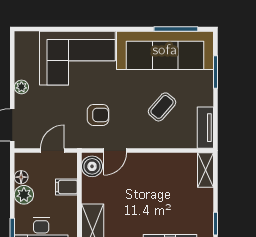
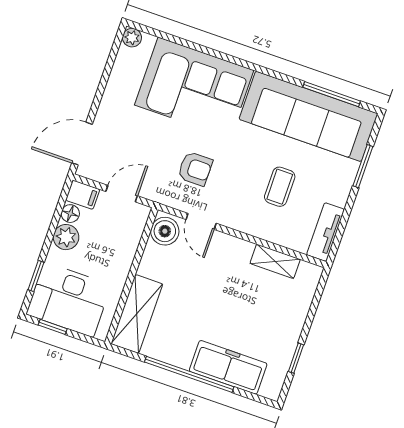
plant: (21, 87) -> (132, 38), moved
coffee table: (162, 107) -> (280, 187), turned -41
door: (115, 151) -> (201, 221), hinge flipped
shelving: (206, 170) -> (275, 261), moved, turned 90
filing cabinet: (66, 187) -> (83, 195), moved, turned 180

